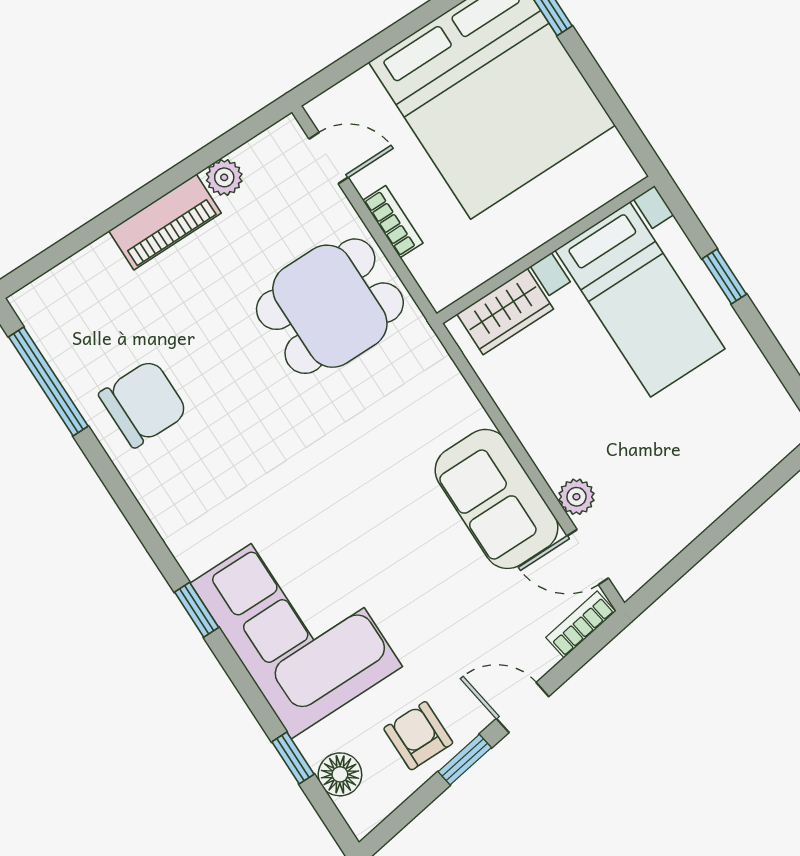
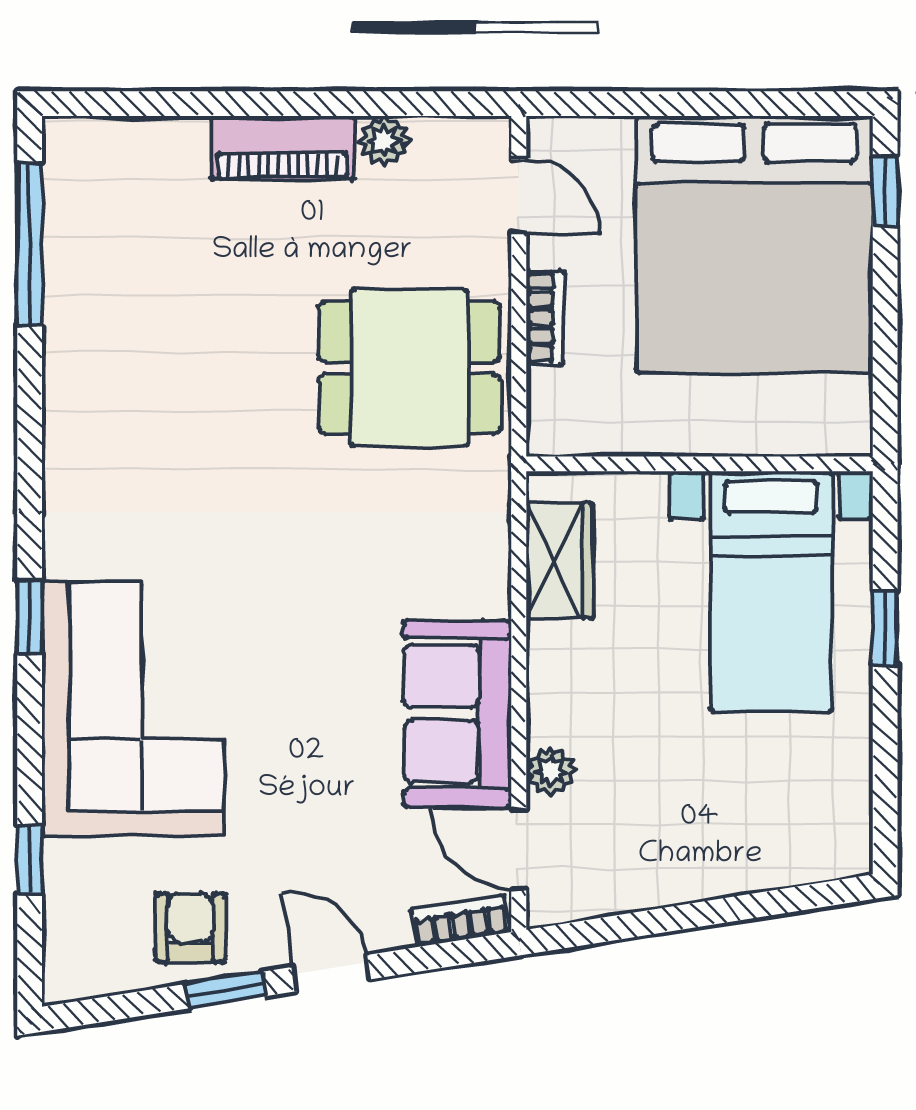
wardrobe: (505, 311) -> (559, 560), moved, turned -90
chair: (143, 403) -> (122, 340), removed
floor lamp: (340, 774) -> (71, 914), removed

